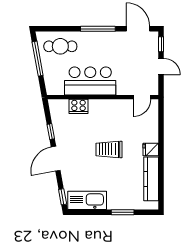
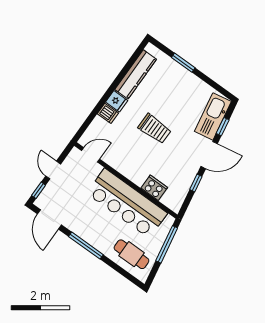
window: (38, 59) -> (167, 244), moved
bar counter: (90, 81) -> (127, 203), width x1.36
dishwasher: (151, 136) -> (108, 113), added
window: (63, 197) -> (223, 127), moved
kitchen sink: (87, 200) -> (213, 116), moved, turned 80

